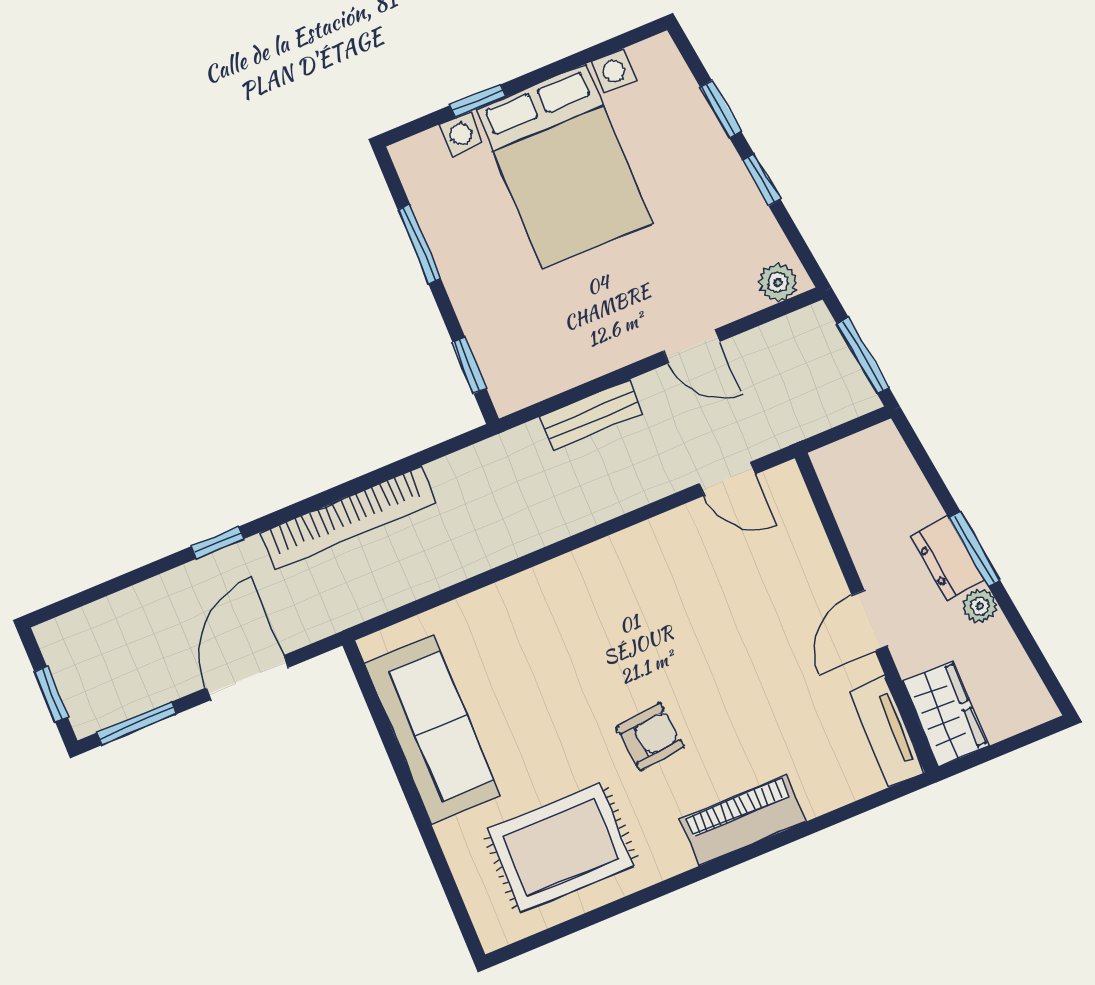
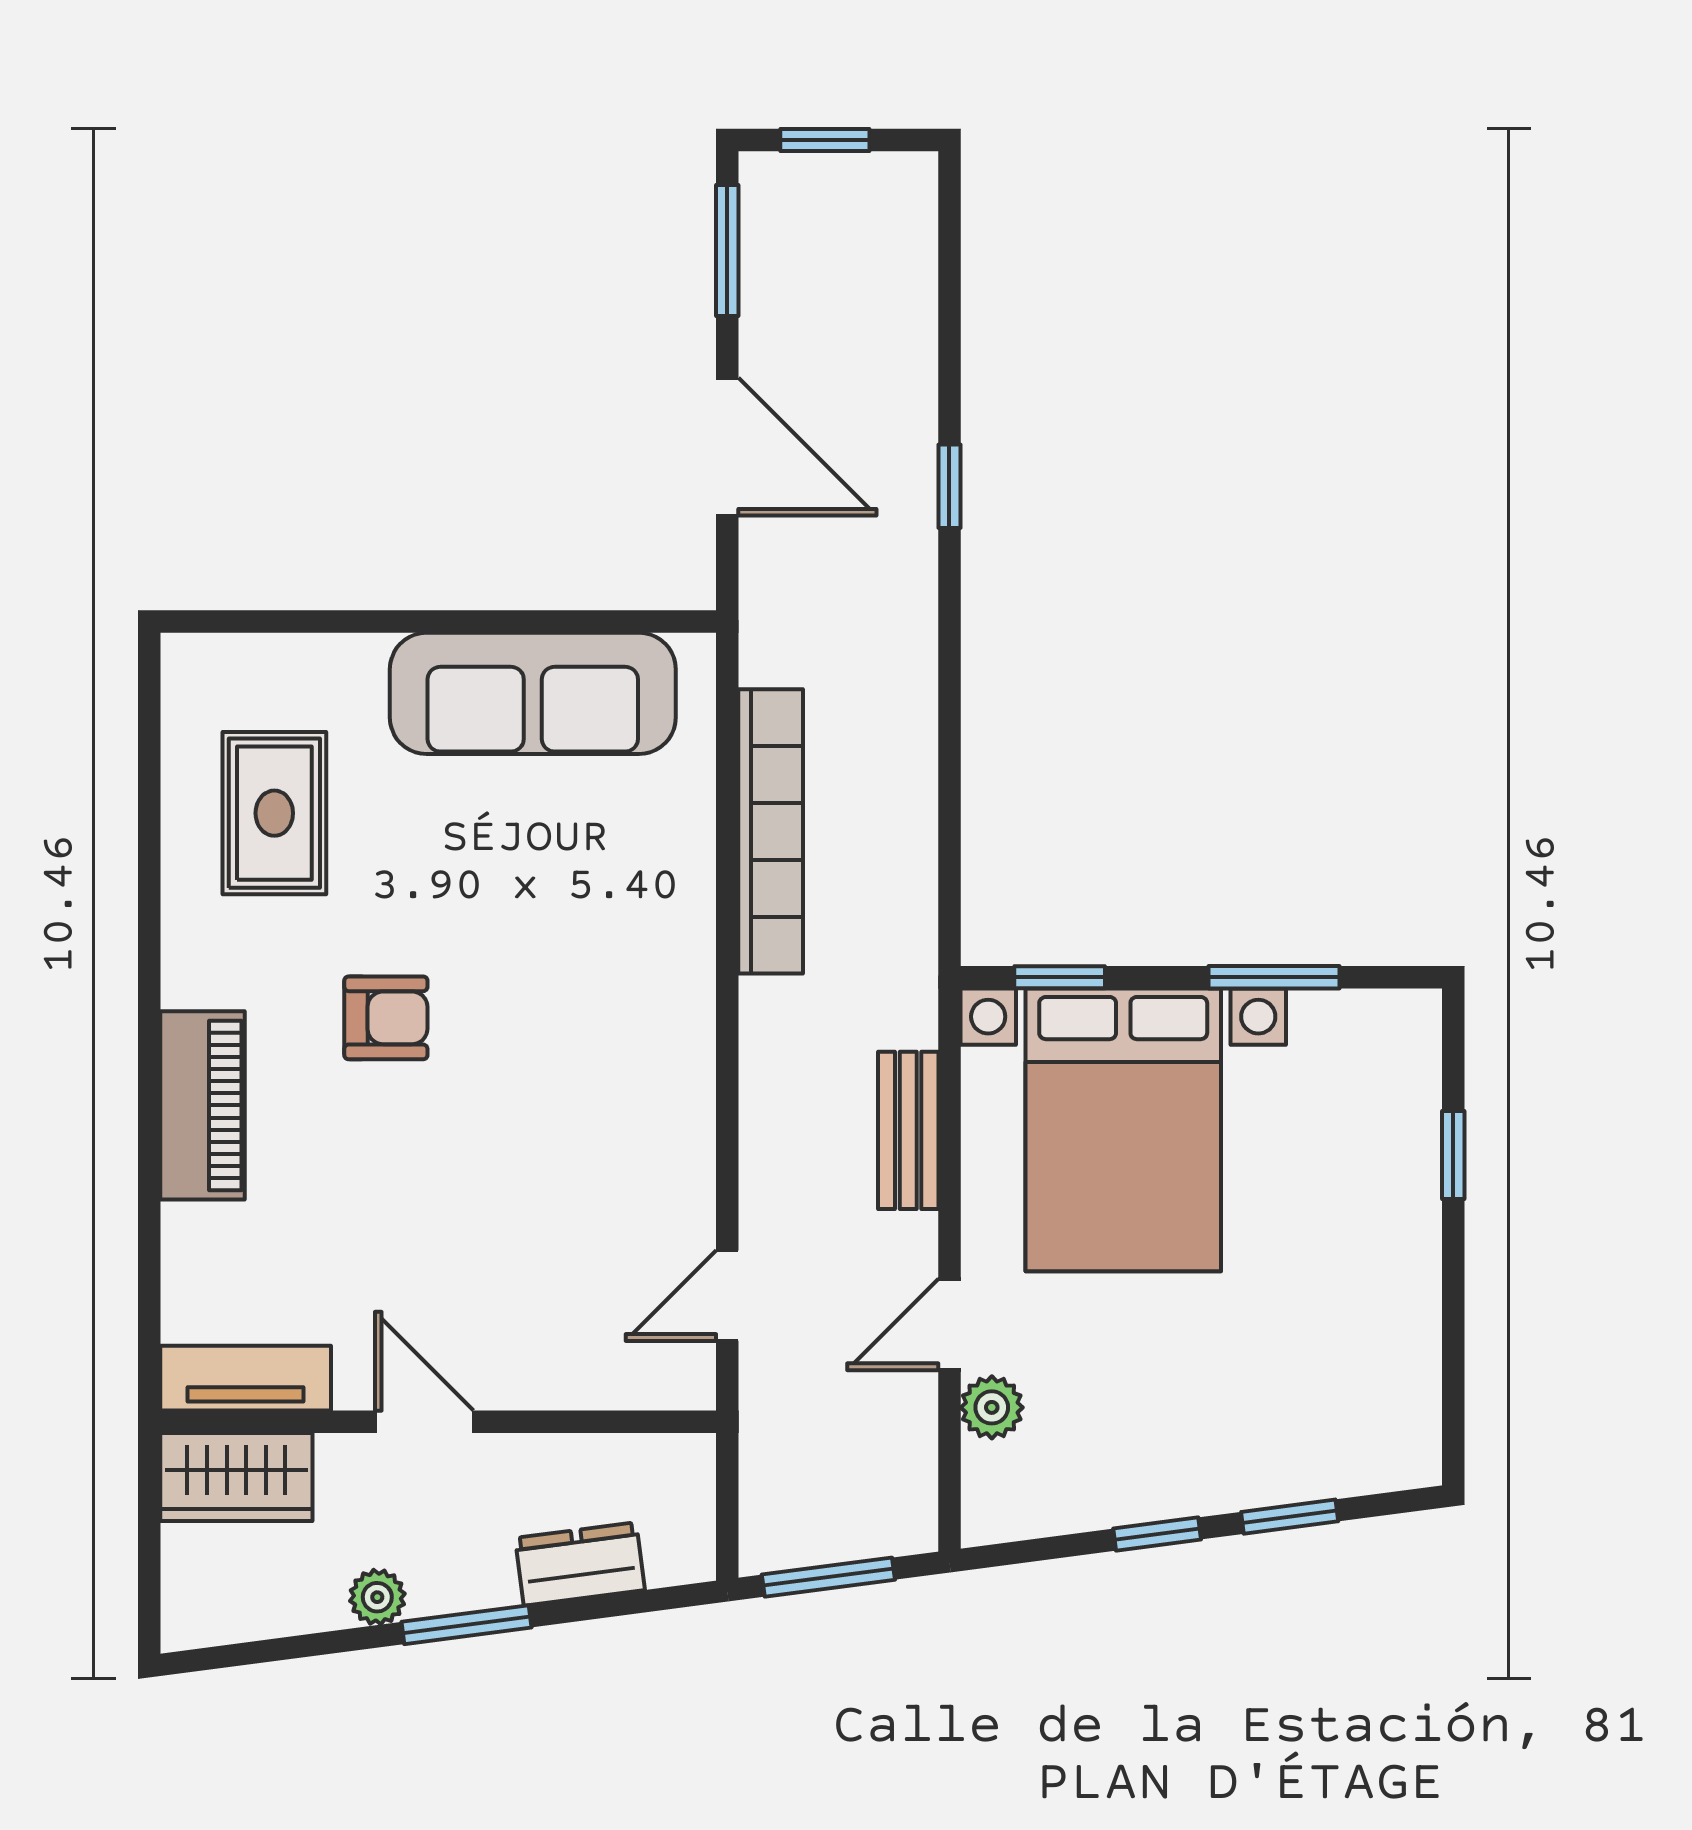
bed with nightstands: (564, 167) -> (1123, 1130), moved, turned -90
plant: (778, 282) -> (992, 1407), moved
bookcase: (348, 517) -> (771, 831), moved, turned 180
dresser: (947, 558) -> (580, 1564), moved
armchair: (650, 737) -> (386, 1018), turned -83
rug: (561, 848) -> (274, 813), width x0.73, depth x0.70

